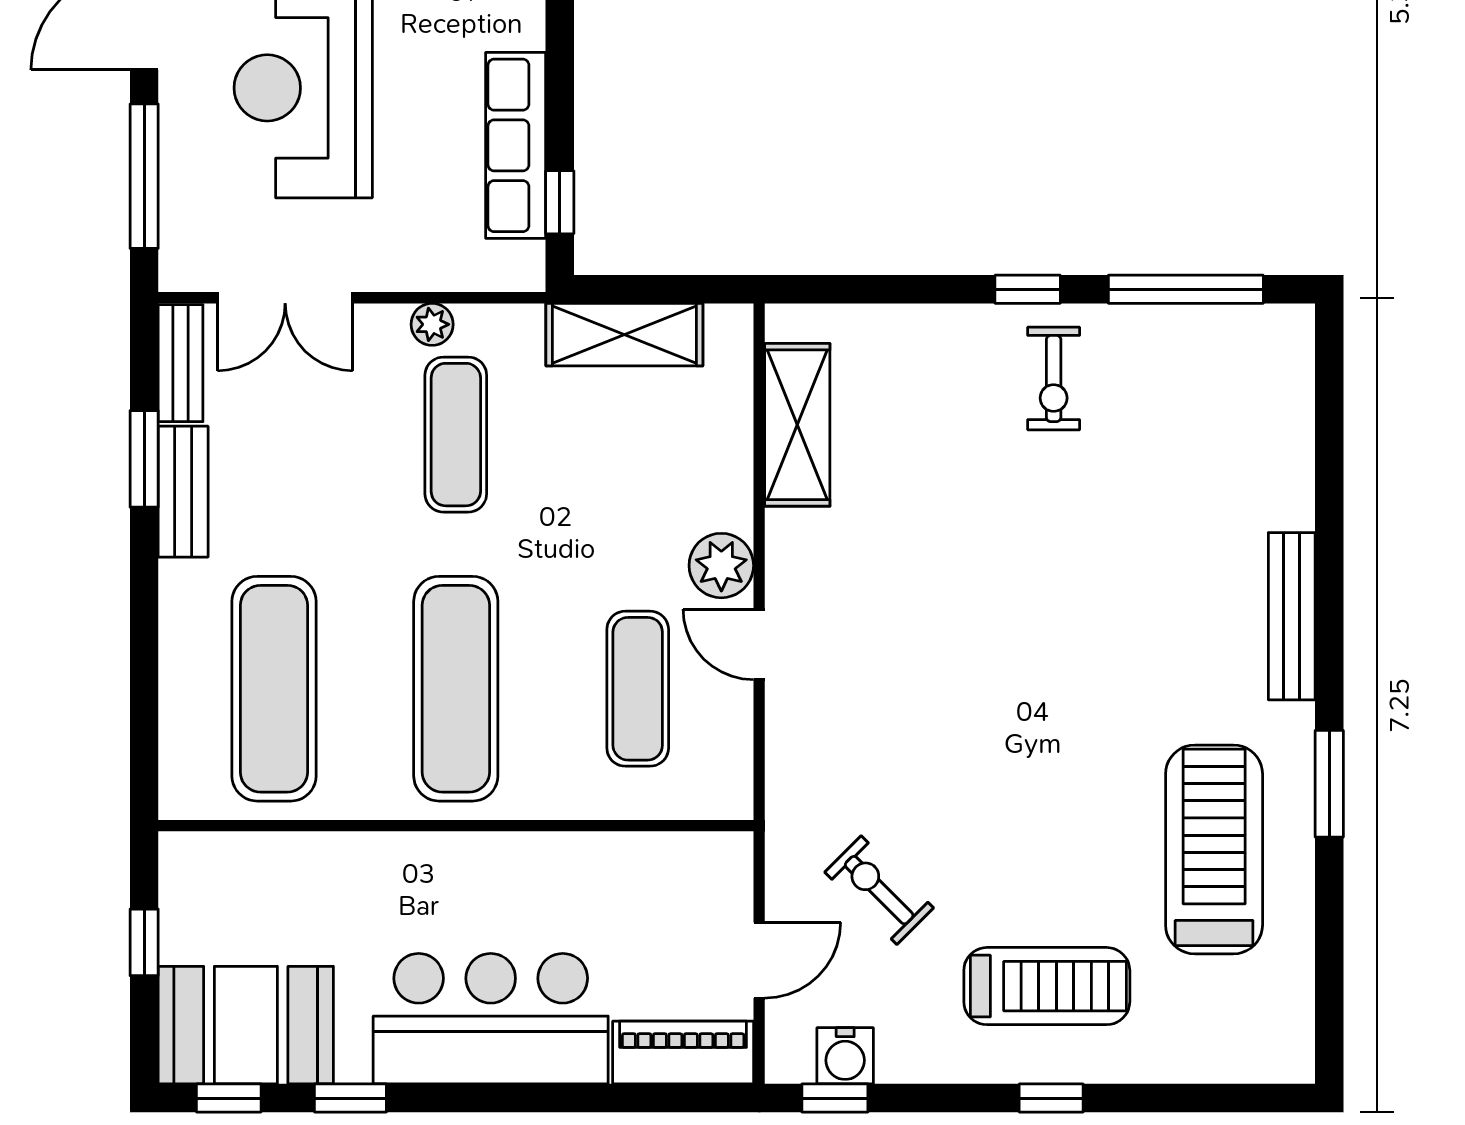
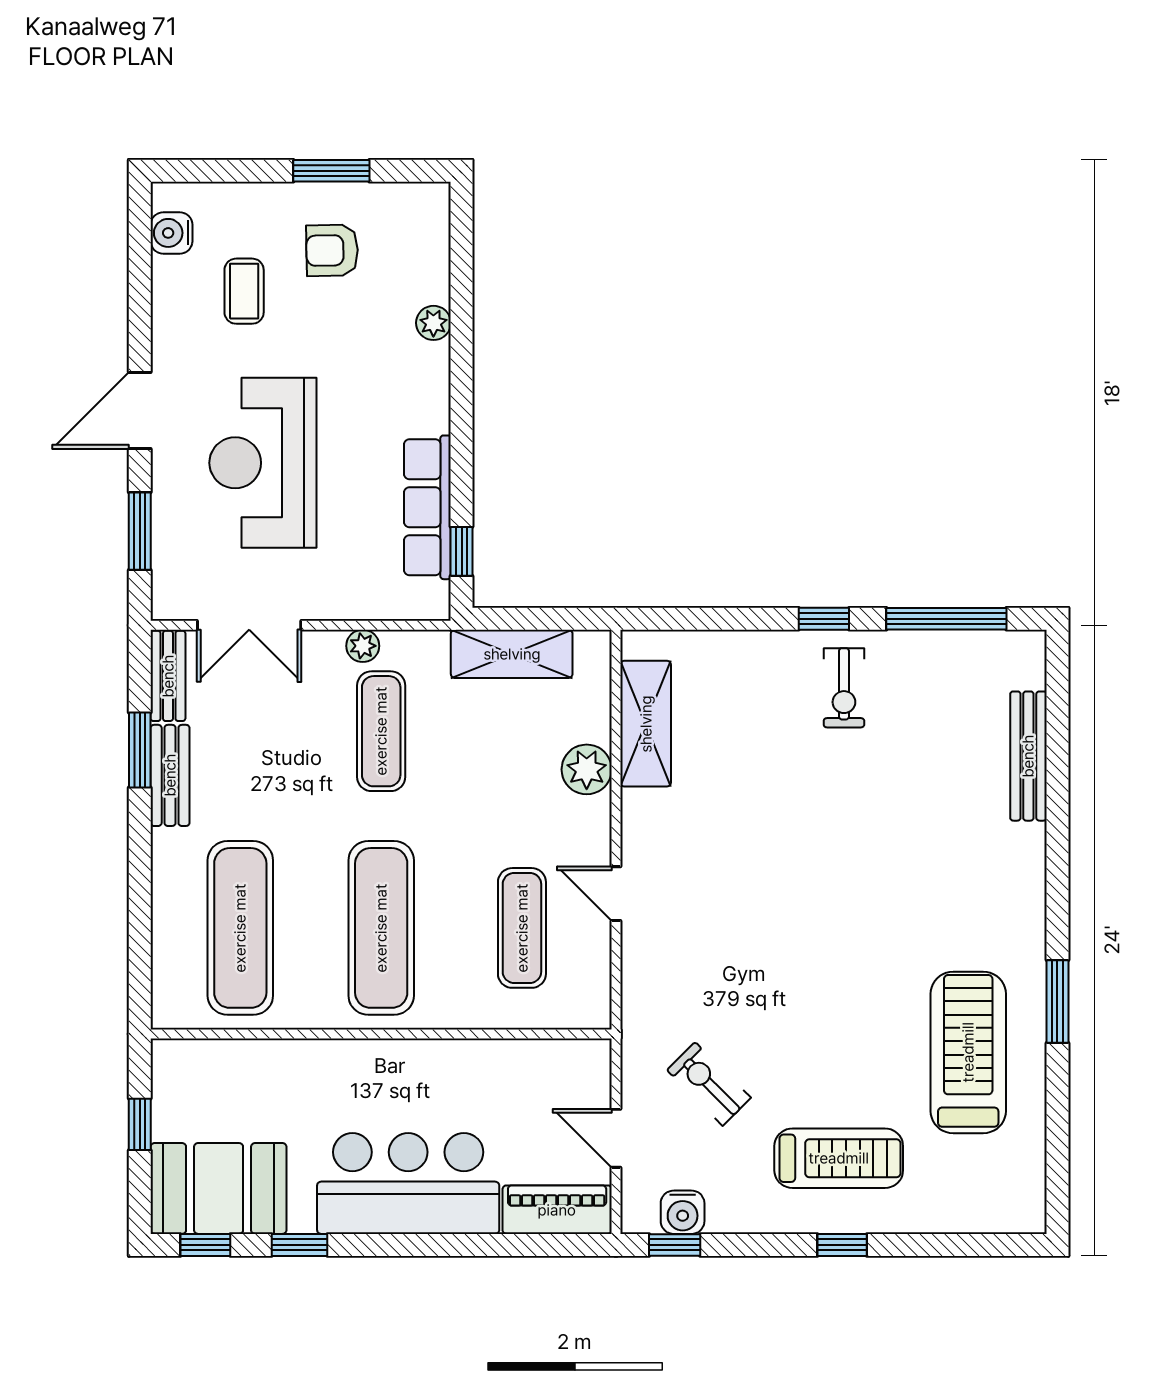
window: (144, 176) -> (140, 531), width x0.69
plant: (721, 566) -> (587, 769), moved
bench: (1292, 616) -> (1028, 756), moved
door: (759, 960) -> (616, 1138), swing flipped

